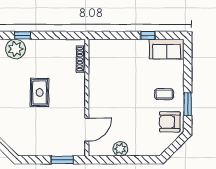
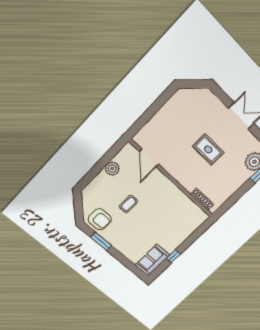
coffee table: (164, 94) -> (128, 204), moved
armchair: (170, 122) -> (100, 219), turned 90
window: (62, 160) -> (144, 119), removed

